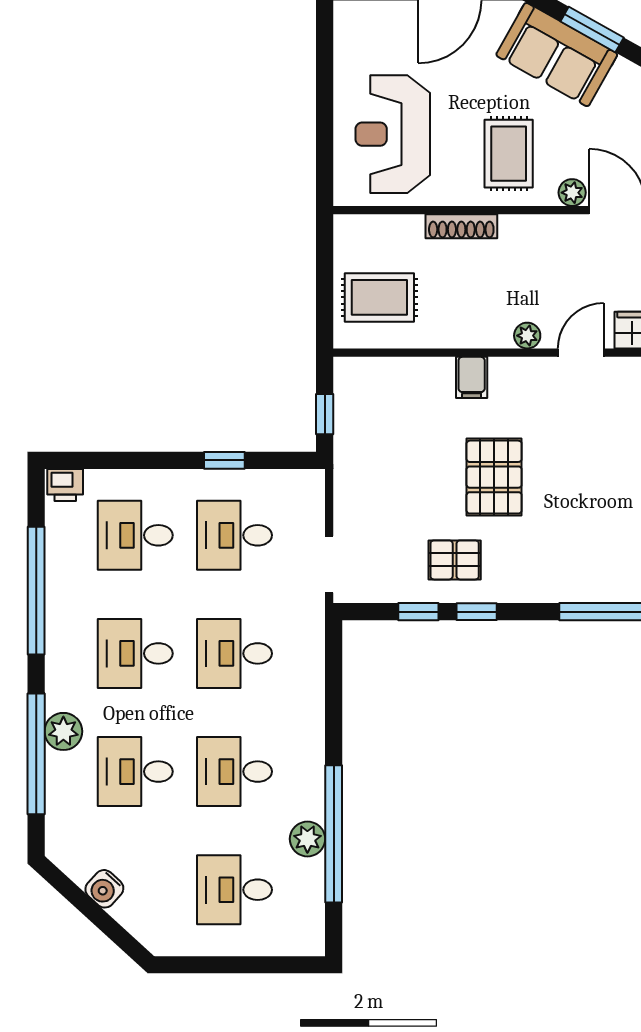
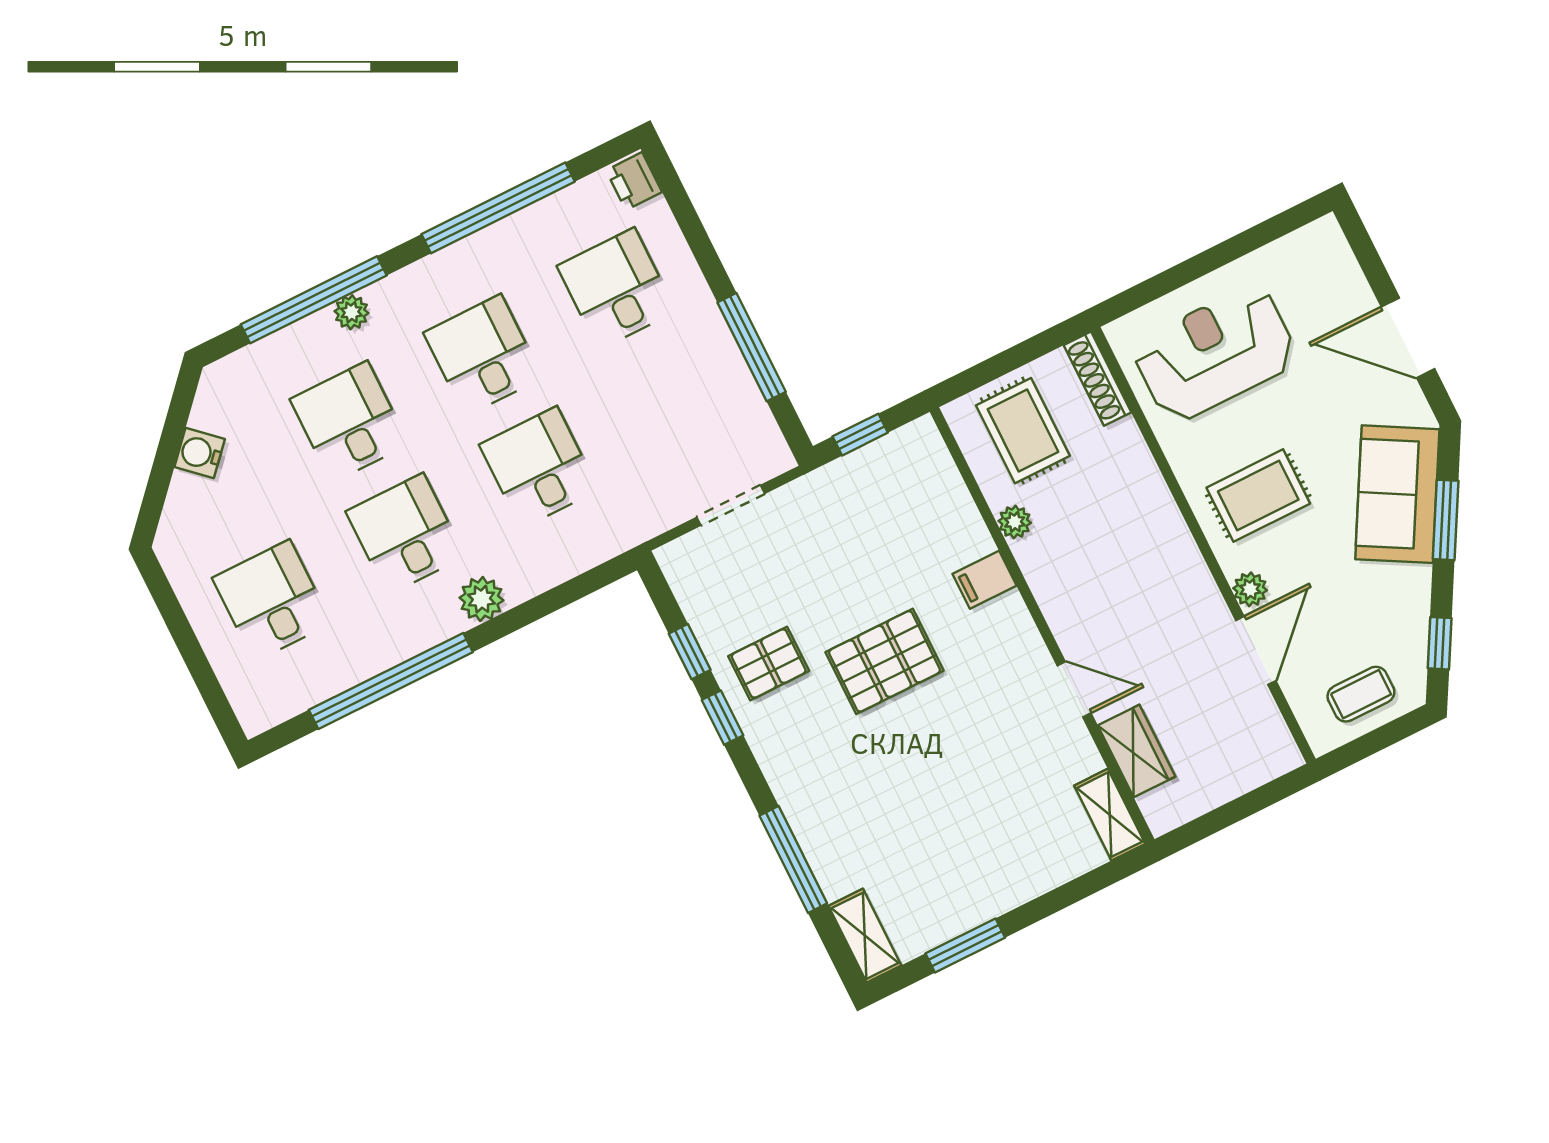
shoe rack: (461, 226) -> (1097, 379), moved
plant: (527, 336) -> (1015, 522), moved
window: (224, 460) -> (752, 347), width x2.17
desk: (235, 535) -> (672, 401), removed
pallet: (455, 560) -> (769, 663), turned 90
doorway: (329, 564) -> (731, 505), moved
plant: (63, 731) -> (351, 312), width x0.73, depth x0.73
plant: (307, 839) -> (481, 599), moved

